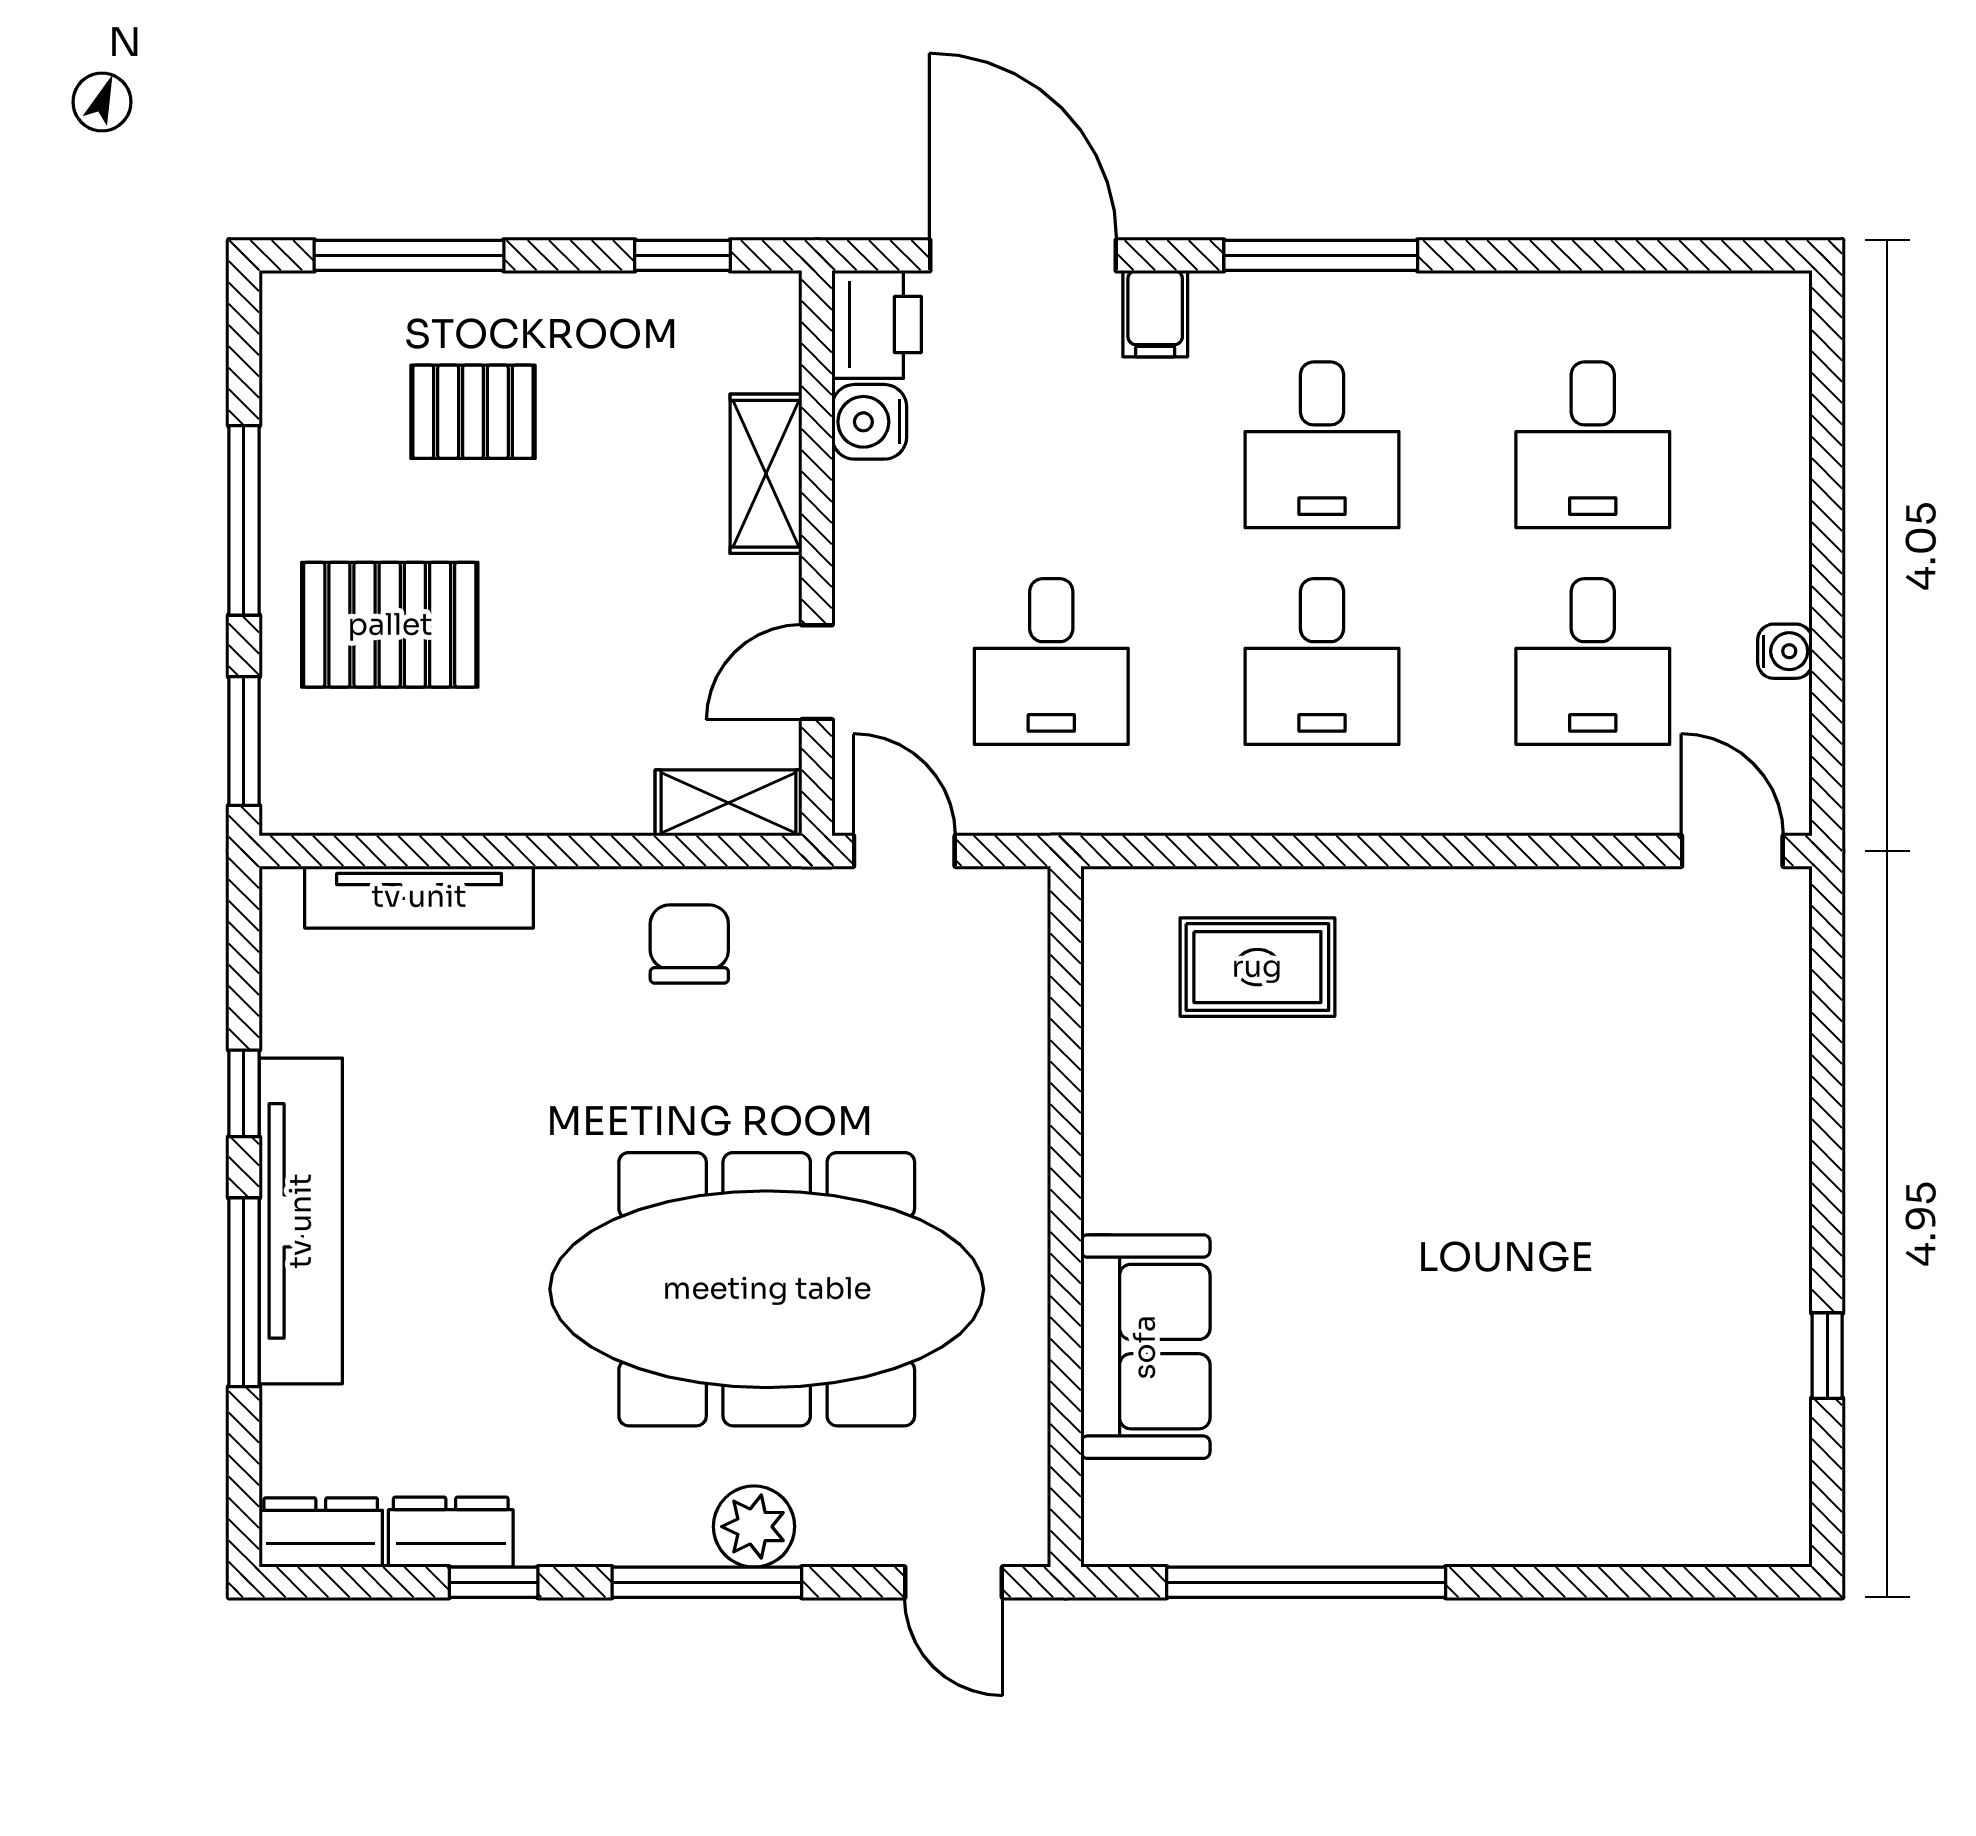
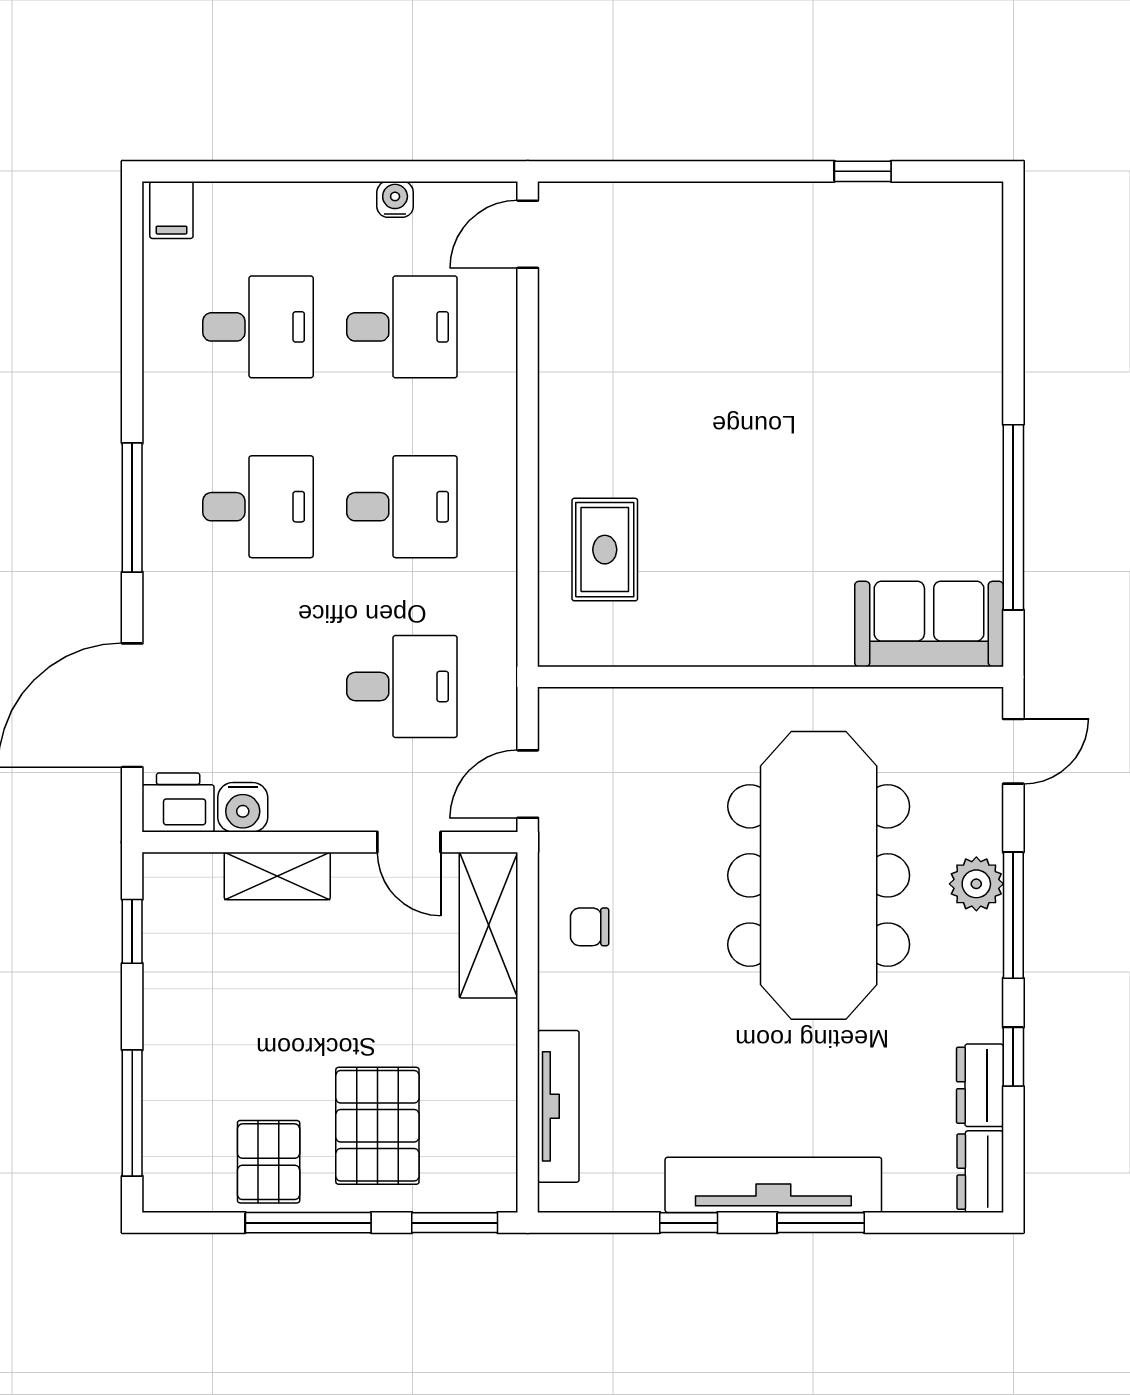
filing cabinet: (1155, 314) -> (171, 210), moved, turned 90
pallet: (473, 412) -> (269, 1162), moved
shelving: (729, 803) -> (488, 925), width x1.50, depth x1.33
chair: (689, 944) -> (590, 927), width x0.73, depth x0.73
window: (244, 1292) -> (821, 1223), width x0.69
sofa: (1145, 1347) -> (929, 624), moved

